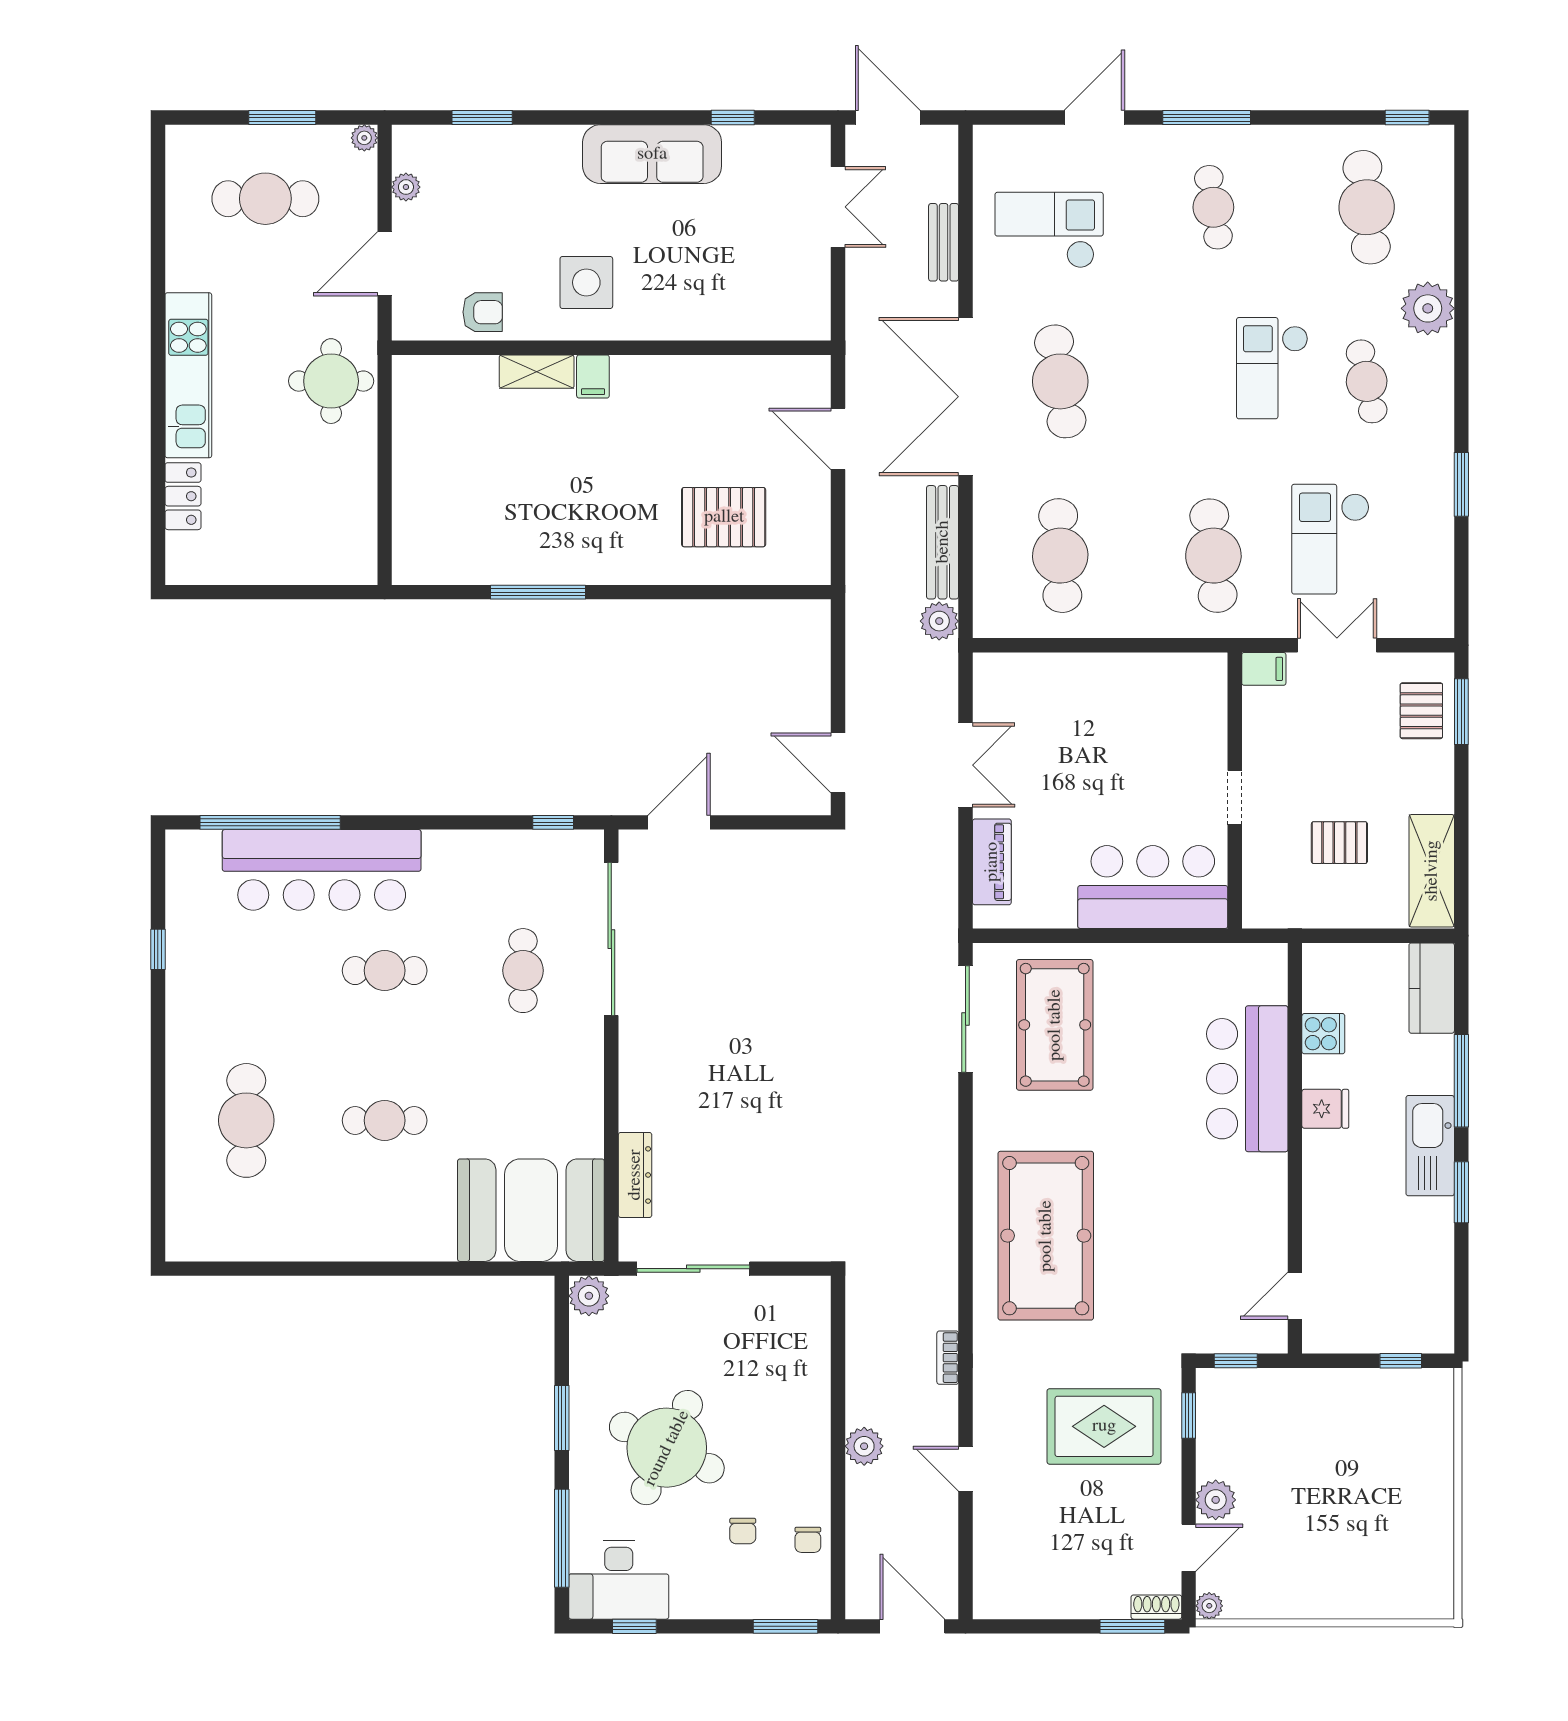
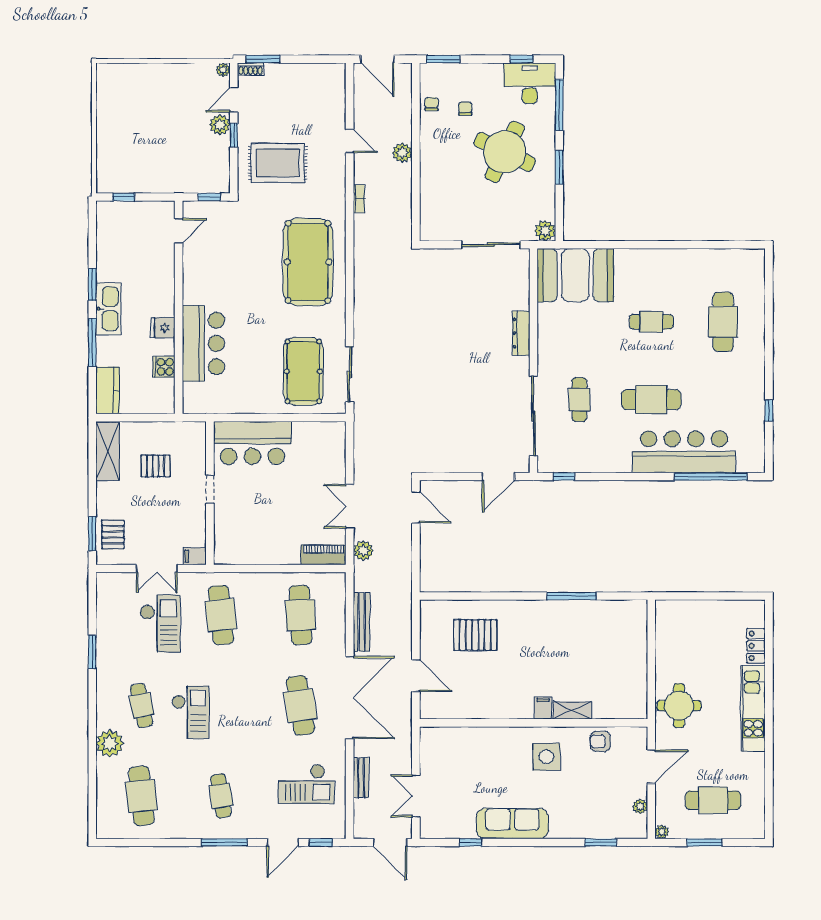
window: (1407, 118) -> (321, 842), moved
plant: (939, 621) -> (363, 551), moved
piano: (992, 862) -> (324, 555), moved, turned 90
cafe table: (385, 971) -> (651, 400), width x1.37, depth x1.35
dresser: (635, 1175) -> (521, 333), moved
window: (1189, 1415) -> (234, 135), moved

